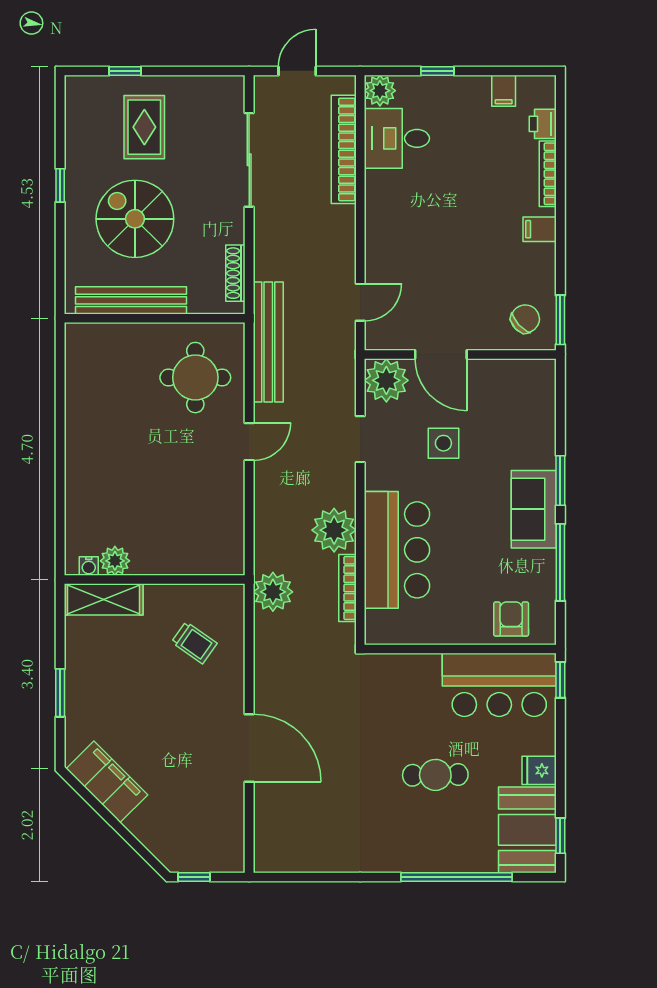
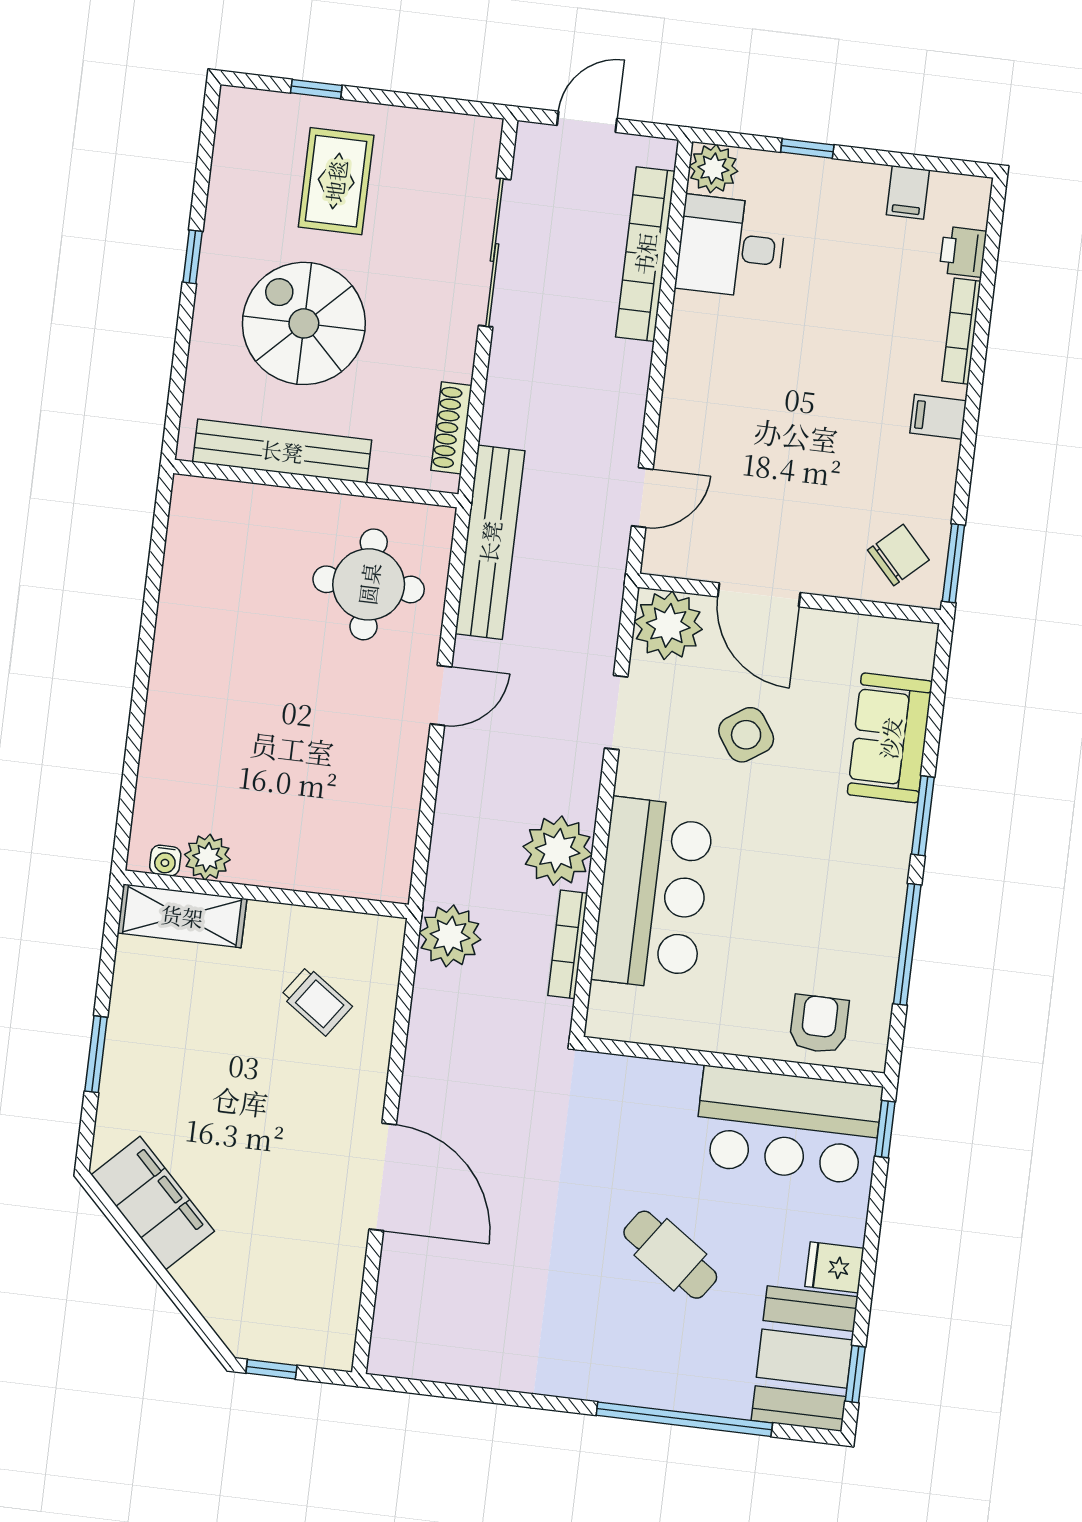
side table: (443, 443) -> (746, 735), turned -34
sofa: (534, 509) -> (890, 738), moved
cafe table: (435, 775) -> (670, 1255), turned 36

